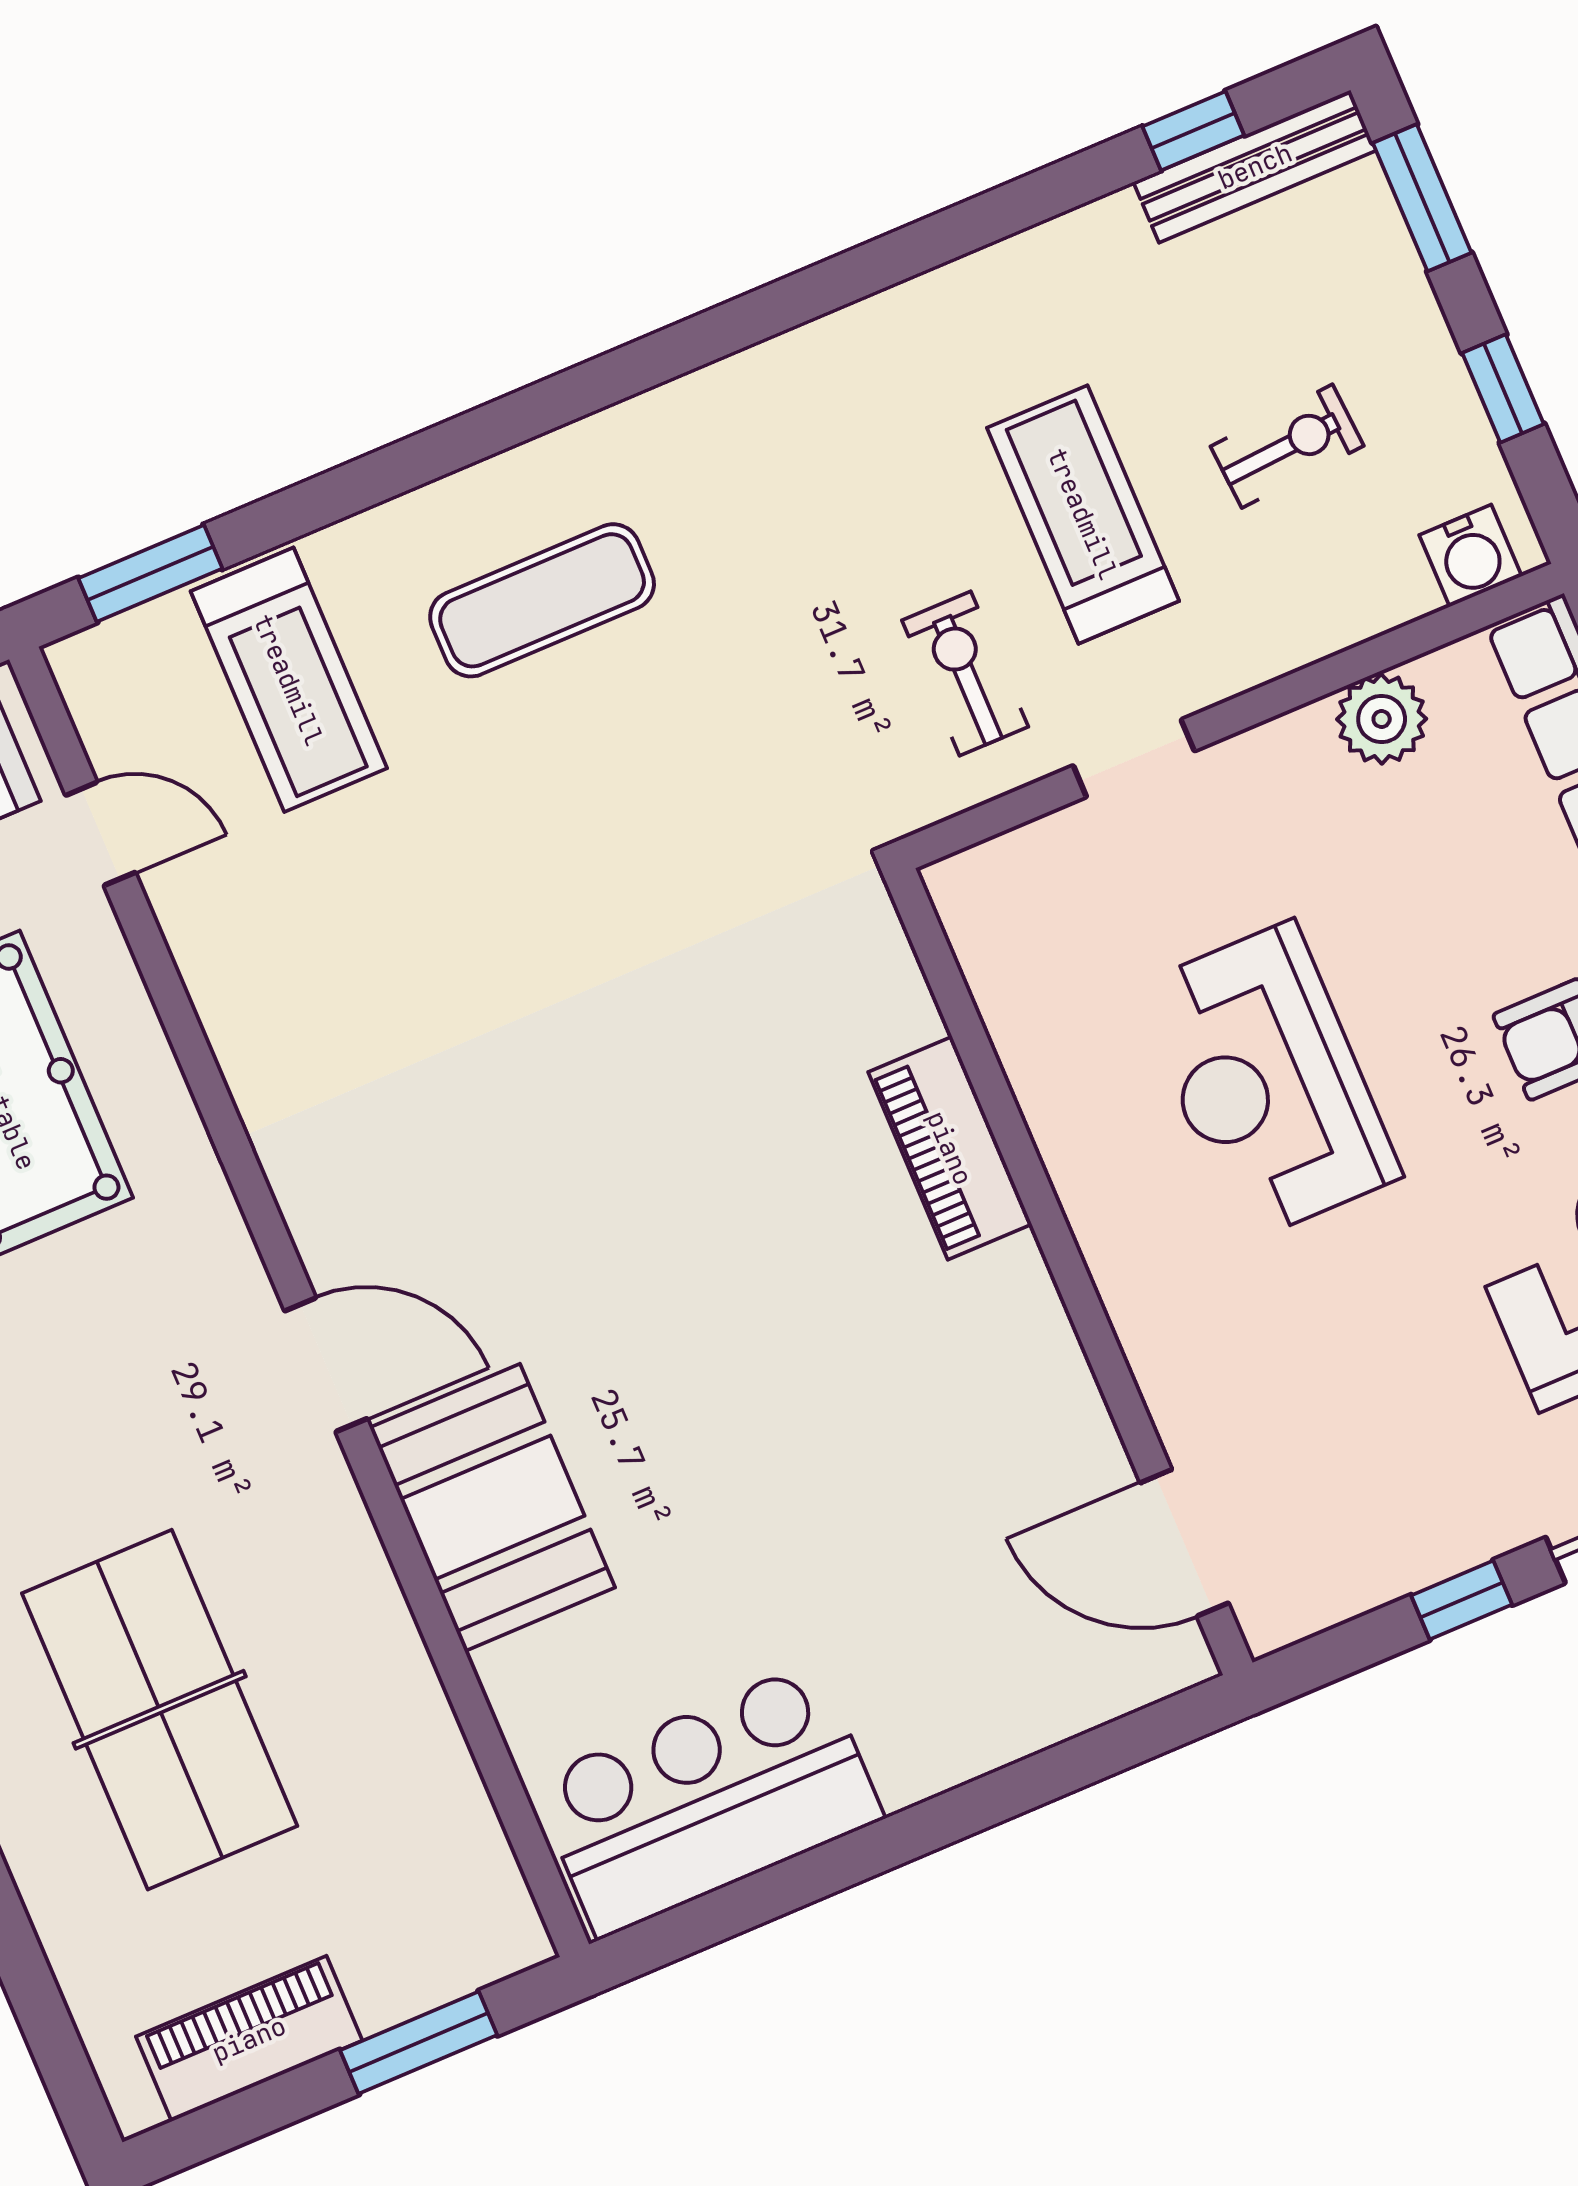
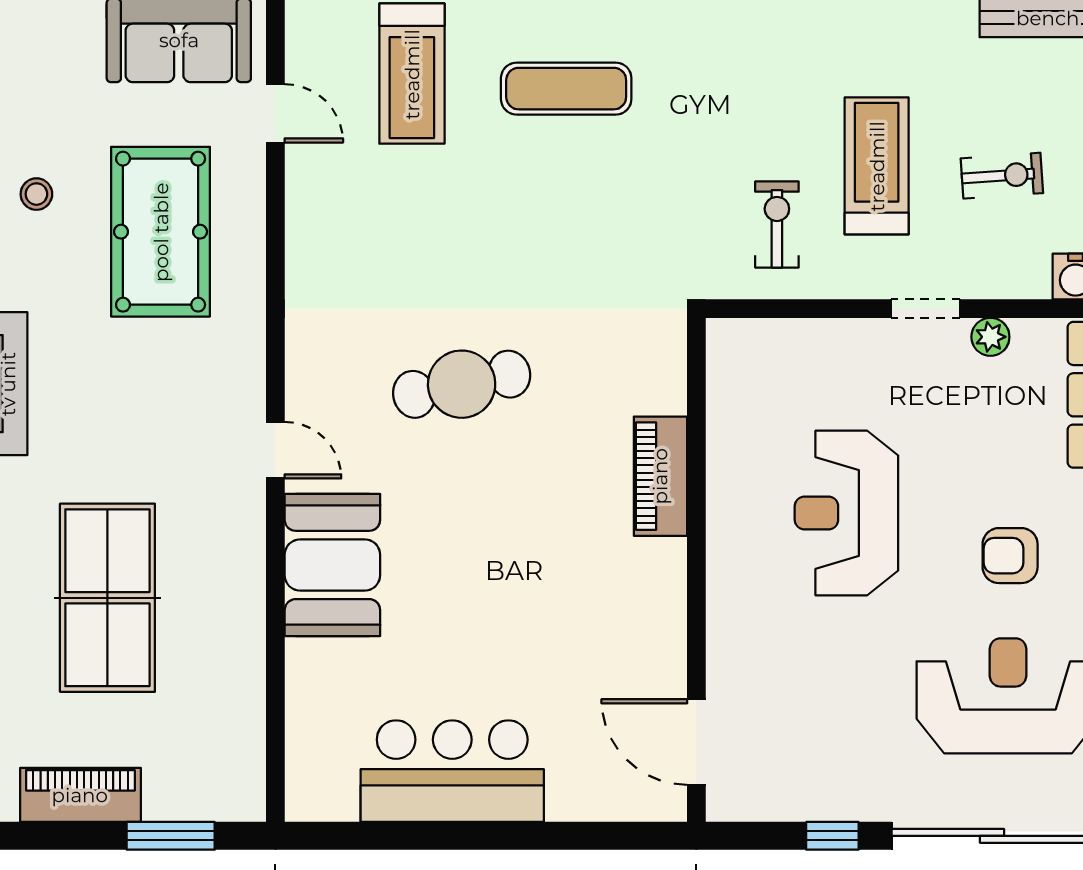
plant: (1382, 719) -> (990, 337), width x0.73, depth x0.73
doorway: (1134, 758) -> (926, 309), moved
cafe table: (575, 1136) -> (462, 384), added
door: (326, 1365) -> (275, 450), width x0.73
bar counter: (708, 1800) -> (452, 771), moved

